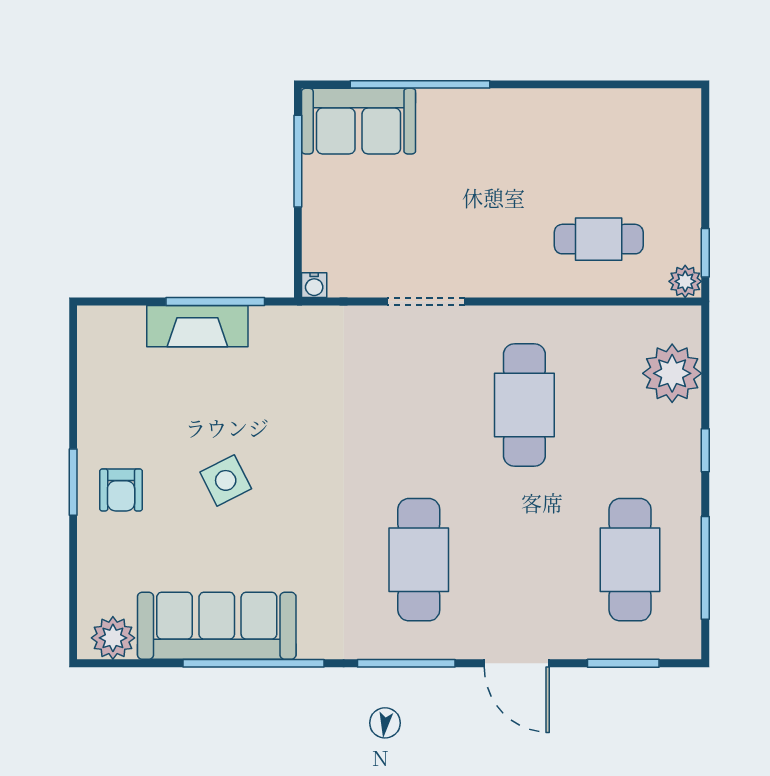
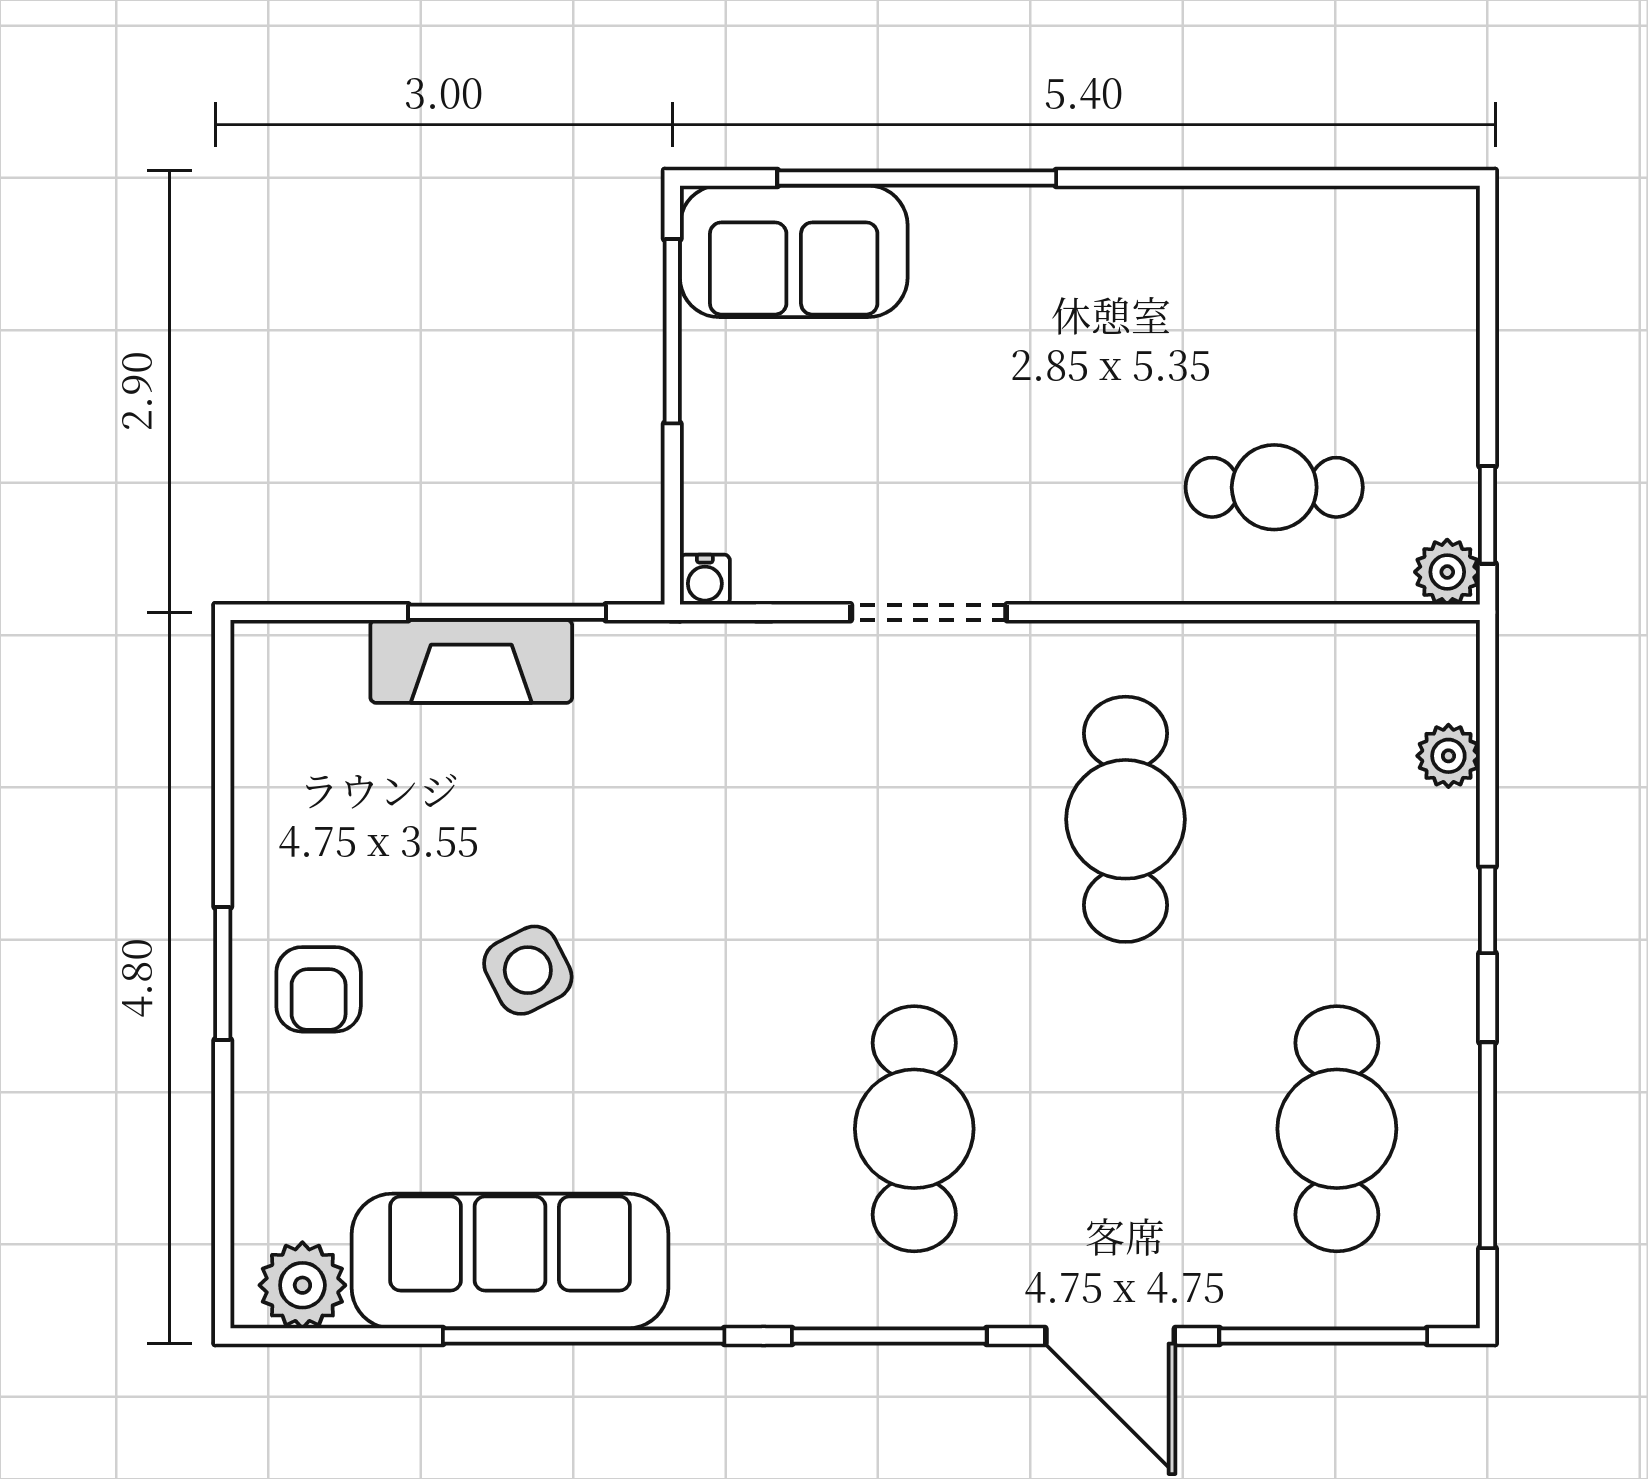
plant: (672, 373) -> (1448, 756), width x0.53, depth x0.53
window: (623, 663) -> (1323, 1336), width x1.44

